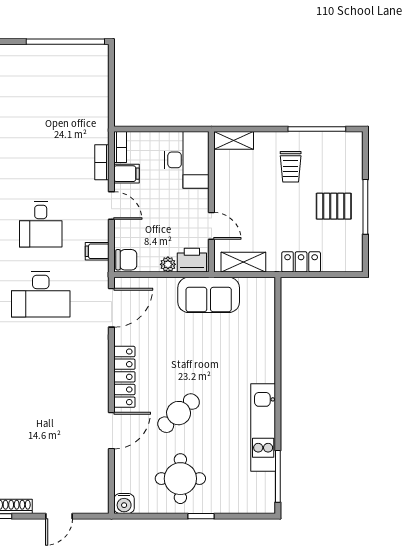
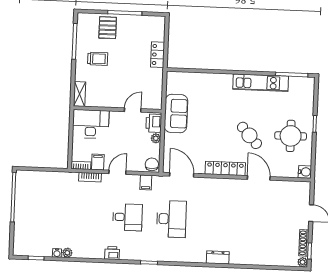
pallet: (334, 206) -> (108, 28), moved
shelving: (243, 262) -> (156, 91), removed

